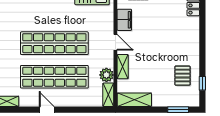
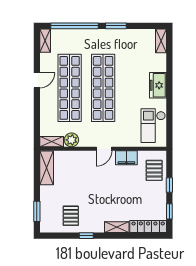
shelving: (123, 67) -> (117, 227), moved
pallet: (182, 76) -> (71, 216), turned 90
window: (202, 83) -> (86, 236), moved

